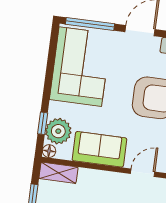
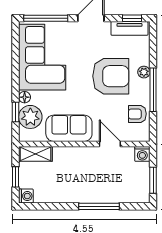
floor lamp: (49, 151) -> (25, 97), moved
door: (143, 173) -> (110, 144), hinge flipped

